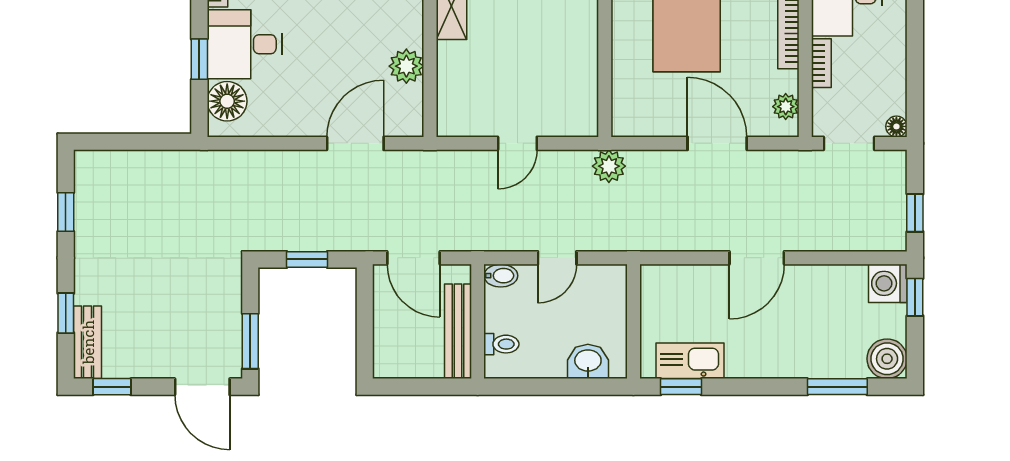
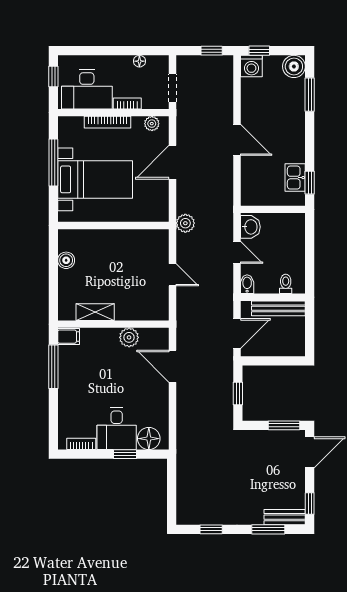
floor lamp: (896, 126) -> (139, 61), moved
window: (66, 313) -> (268, 529), width x1.50
washbasin: (588, 361) -> (250, 227), moved, turned 180
kitchen sink: (690, 361) -> (295, 178), width x0.73

